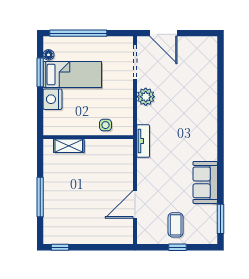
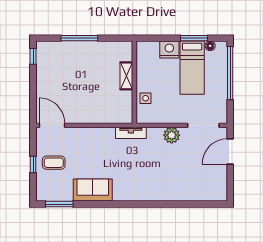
shelving: (69, 146) -> (126, 76), moved
door: (135, 204) -> (52, 125), moved

